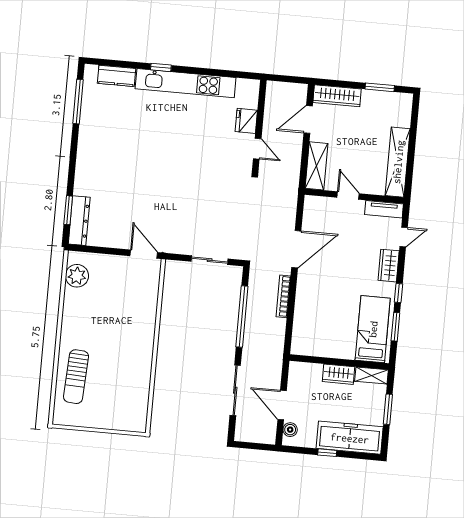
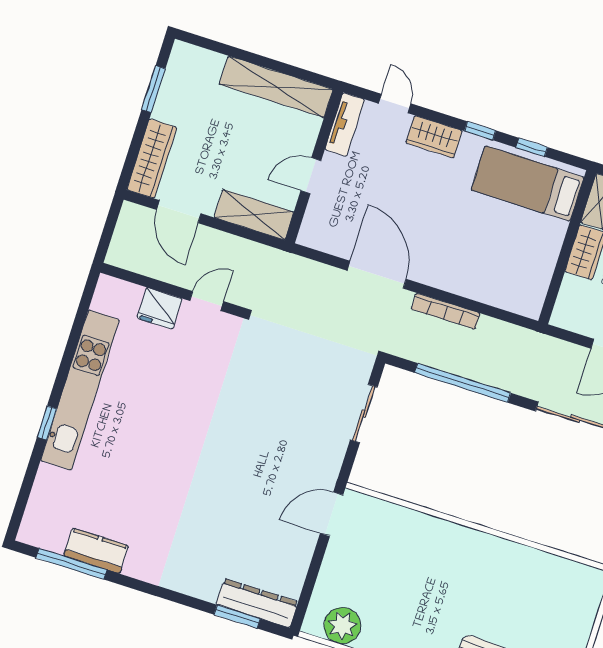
kitchen counter: (117, 76) -> (96, 551), moved, turned -90
window: (395, 327) -> (532, 147), width x0.67

